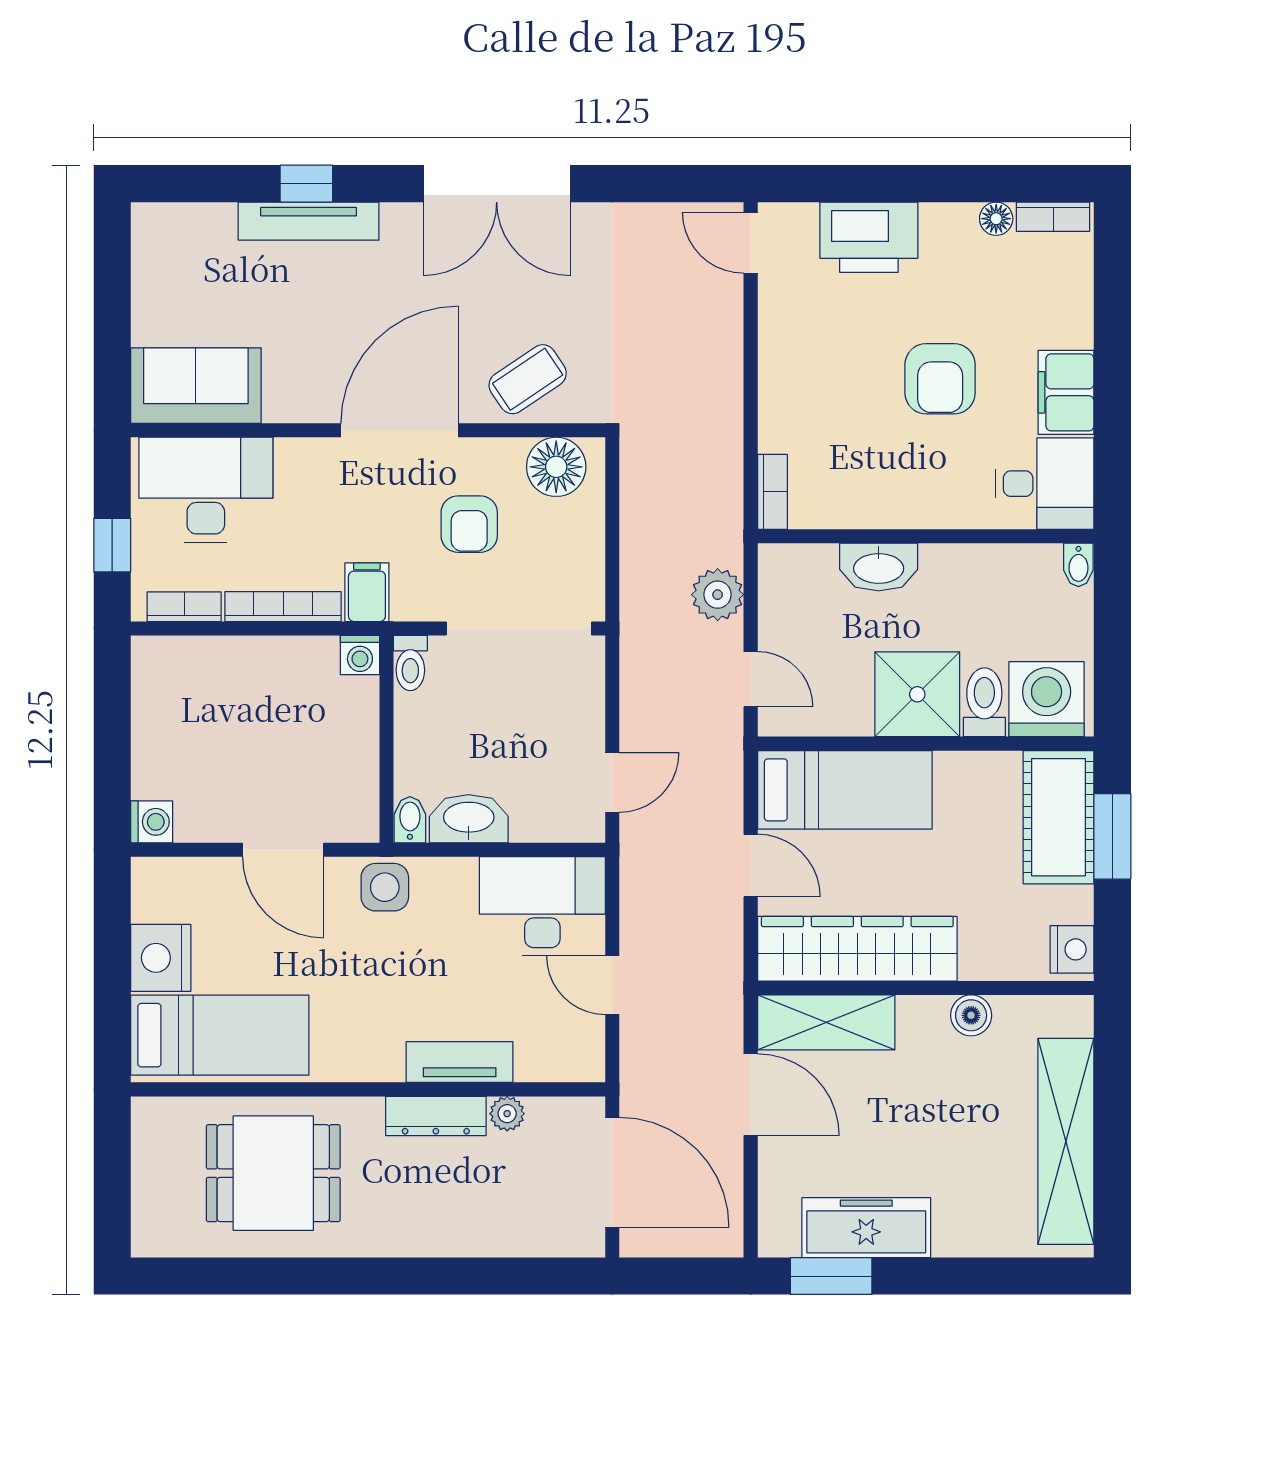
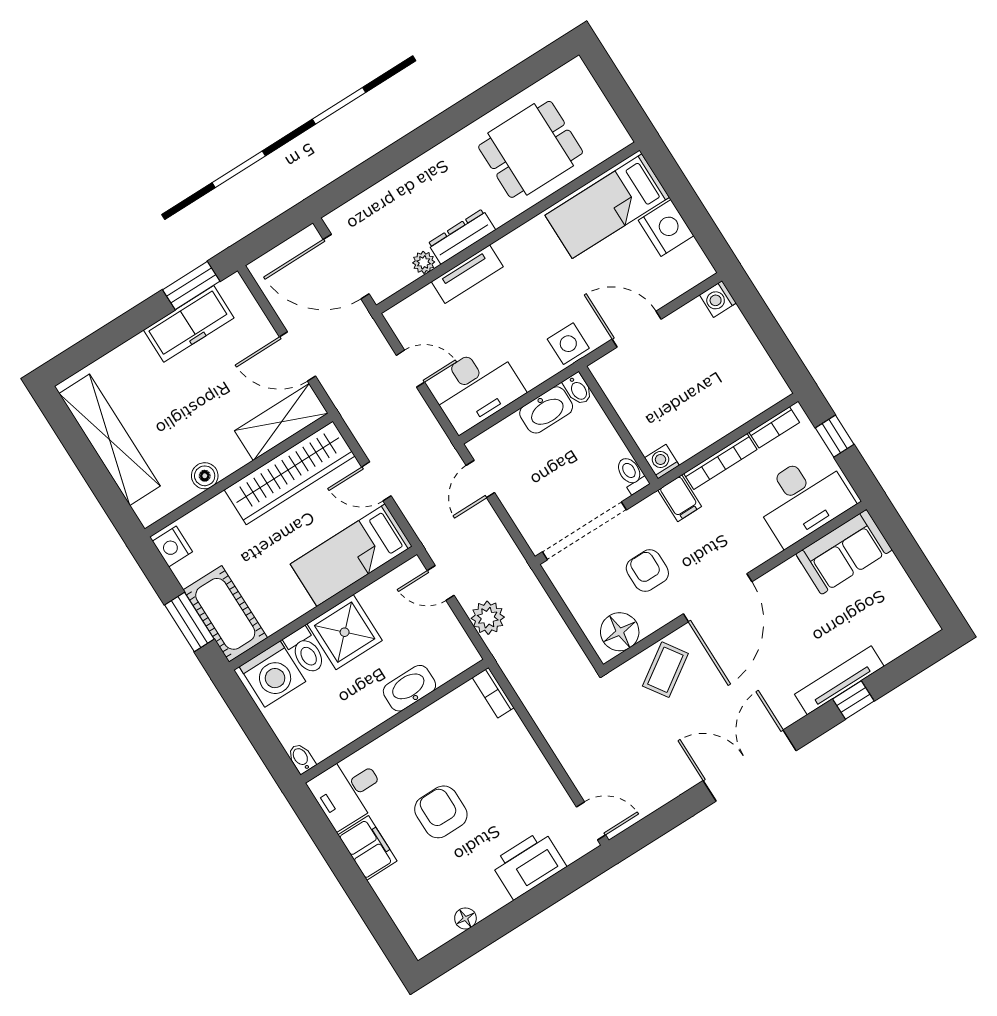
bookcase: (1053, 217) -> (435, 939), removed

